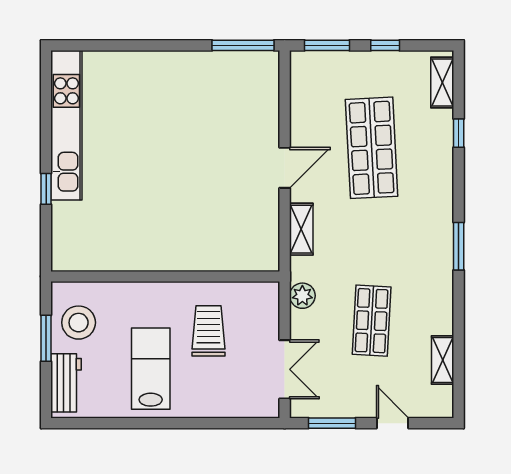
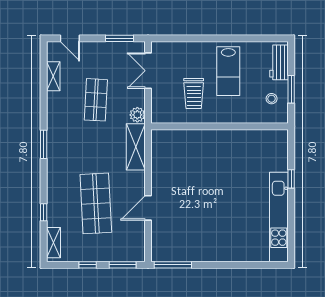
door: (285, 168) -> (148, 208), moved
shelving: (301, 229) -> (136, 147), width x1.50, depth x1.33
stool: (79, 323) -> (272, 99), width x0.53, depth x0.53
door: (393, 423) -> (70, 38), moved

